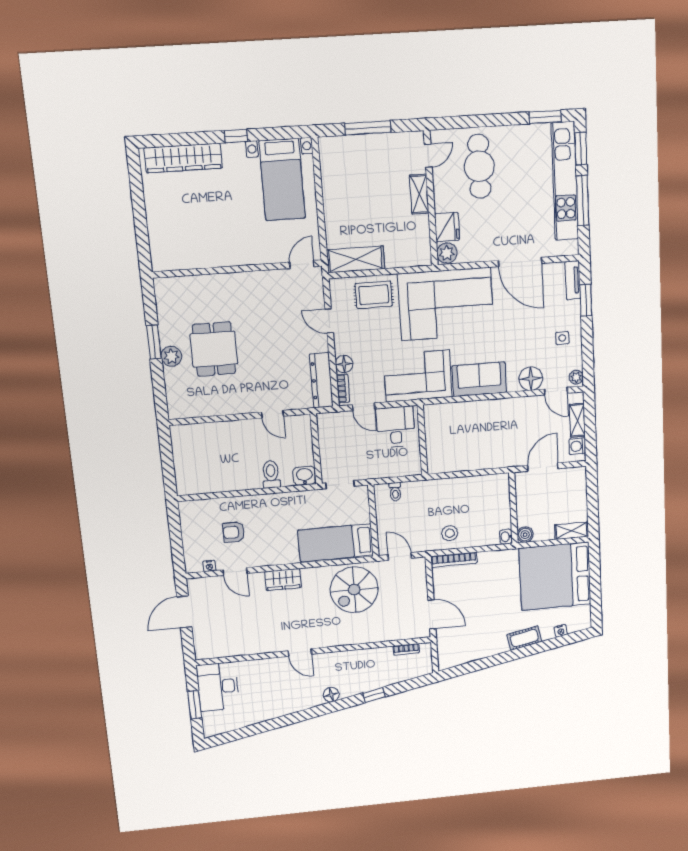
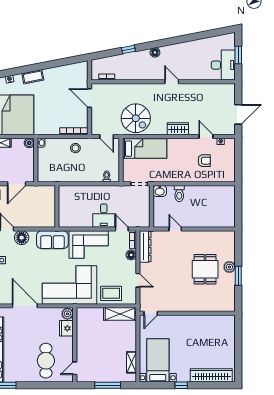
shelving: (419, 194) -> (131, 362), moved
wall: (422, 440) -> (57, 206), moved
spiral stairs: (354, 590) -> (136, 118), turned 90

